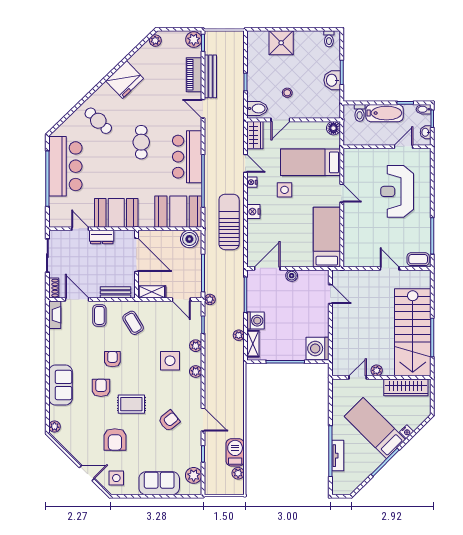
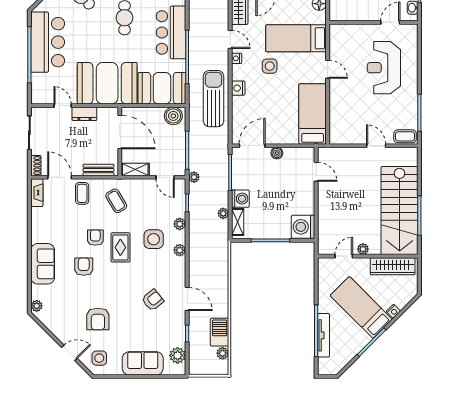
booth: (116, 213) -> (107, 83), width x1.36, depth x1.42
rug: (131, 404) -> (120, 247), moved, turned 90
tv unit: (338, 456) -> (324, 335), width x1.41

